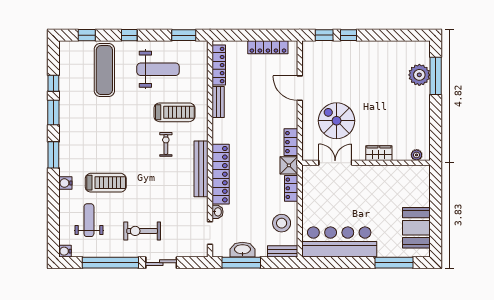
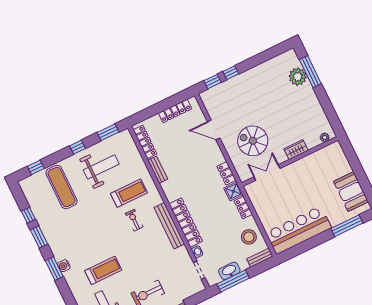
window: (129, 35) -> (77, 147), moved
water cooler: (65, 183) -> (64, 266), moved

